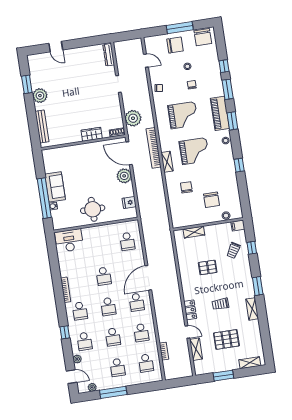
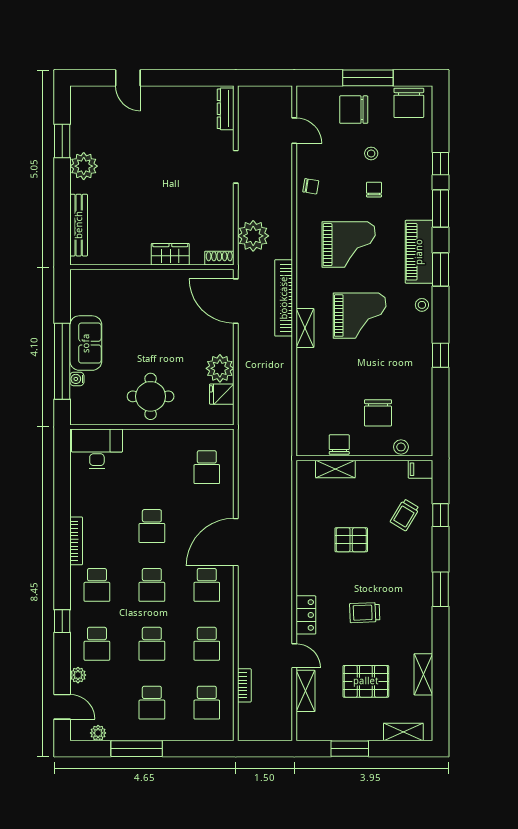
chair: (175, 45) -> (354, 110), turned 180
plant: (124, 176) -> (220, 368), moved
chair: (186, 187) -> (339, 445), moved
shelving: (252, 309) -> (423, 674), moved

